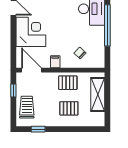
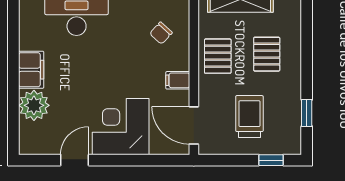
door: (32, 70) -> (194, 125), hinge flipped
window: (13, 91) -> (271, 160), moved
trolley: (27, 107) -> (249, 117), moved, turned 90

